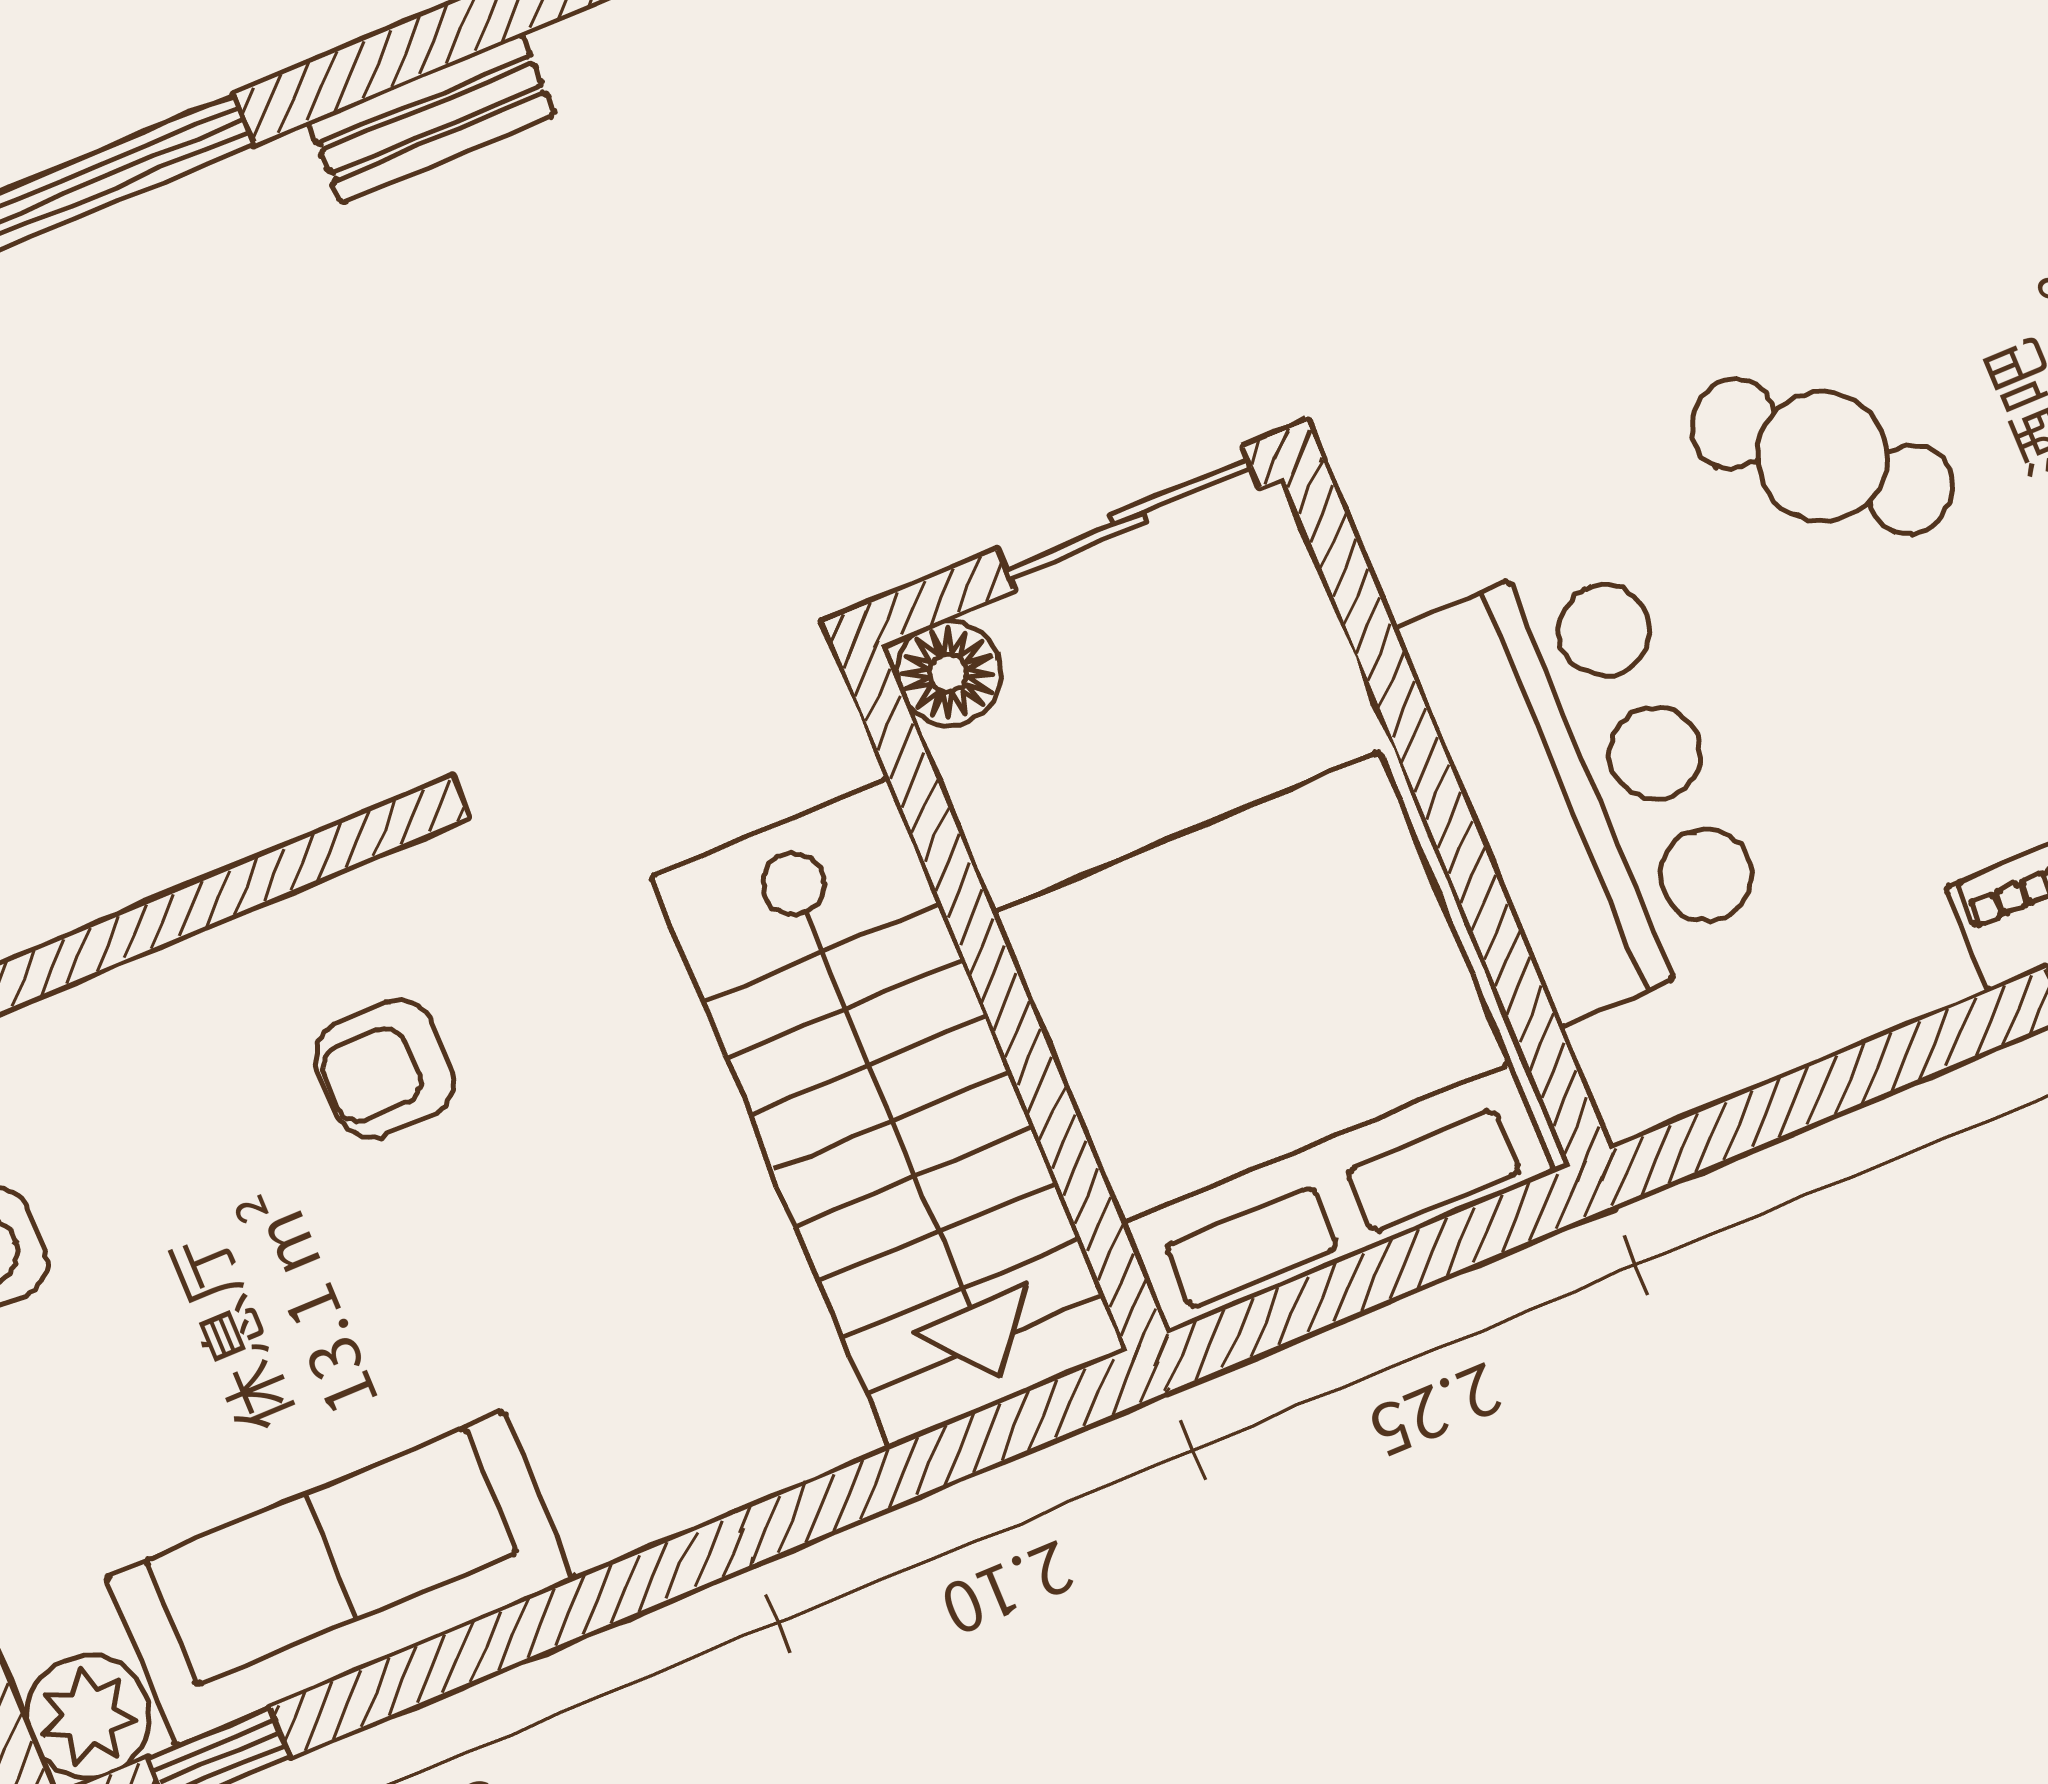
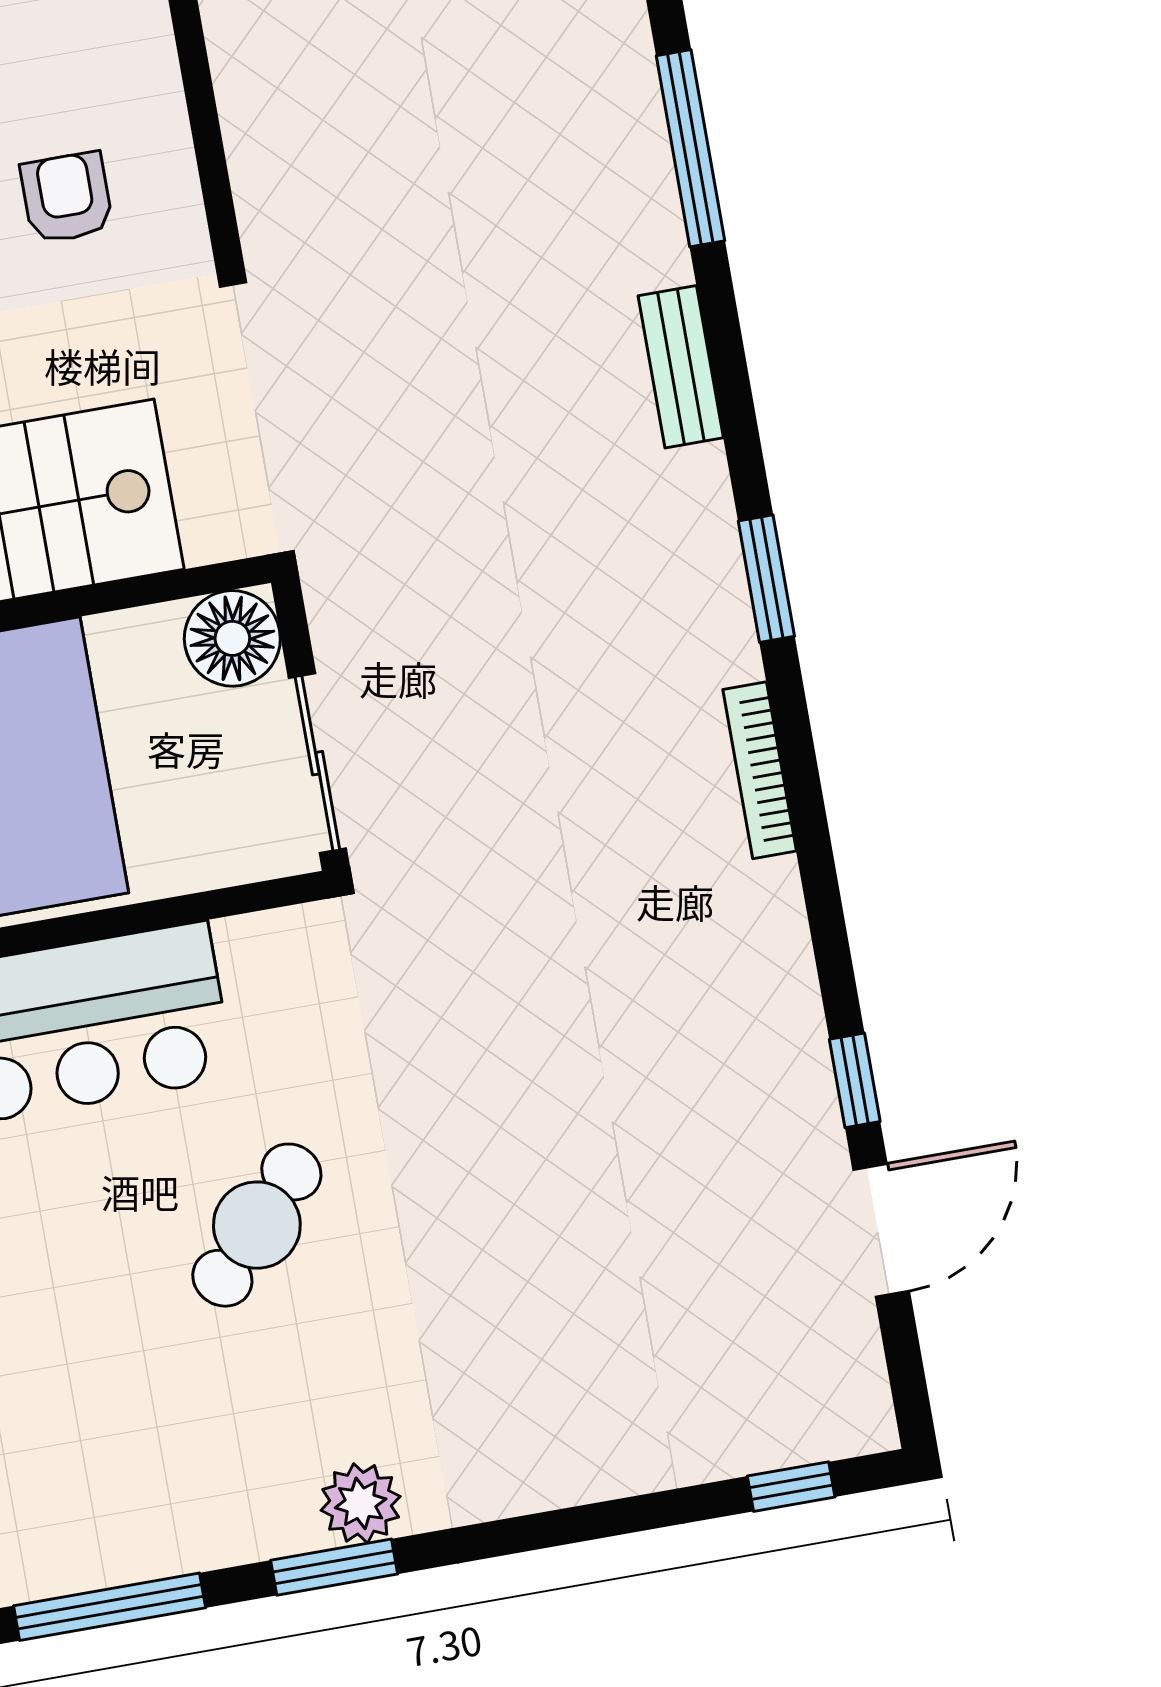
floor lamp: (949, 673) -> (232, 638), width x1.38, depth x1.38

